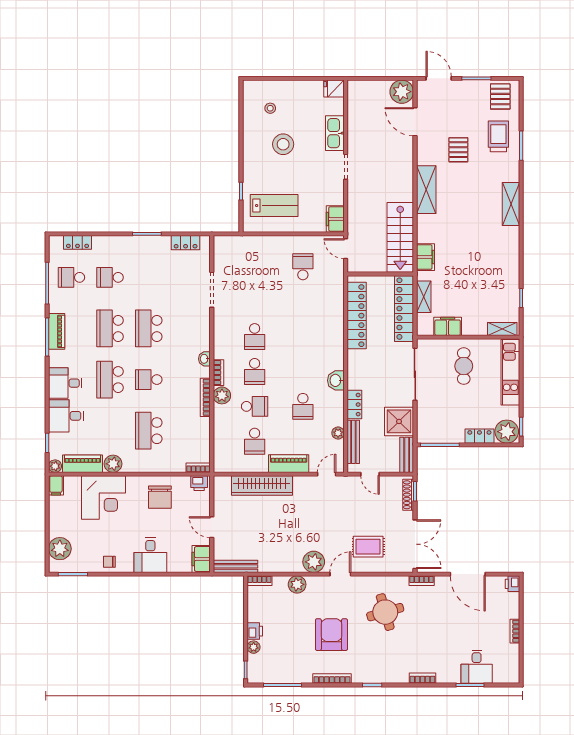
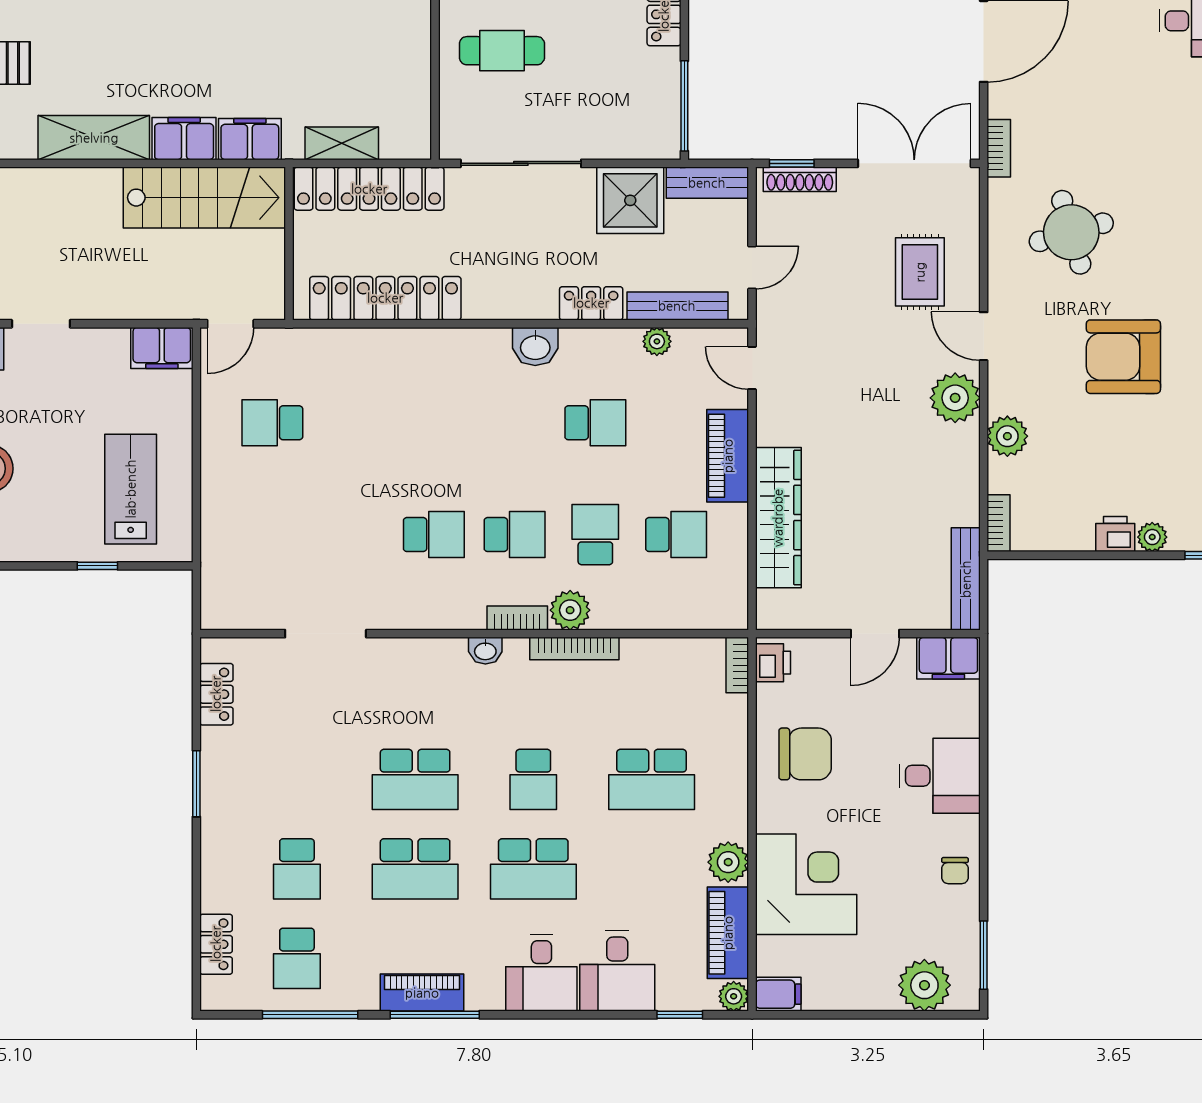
filing cabinet: (448, 326) -> (184, 139), moved, turned 90

